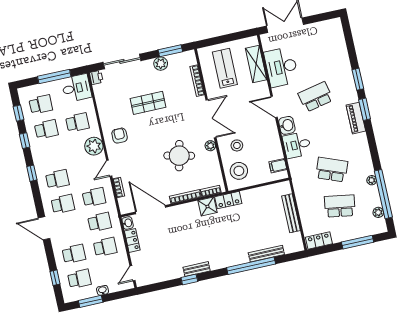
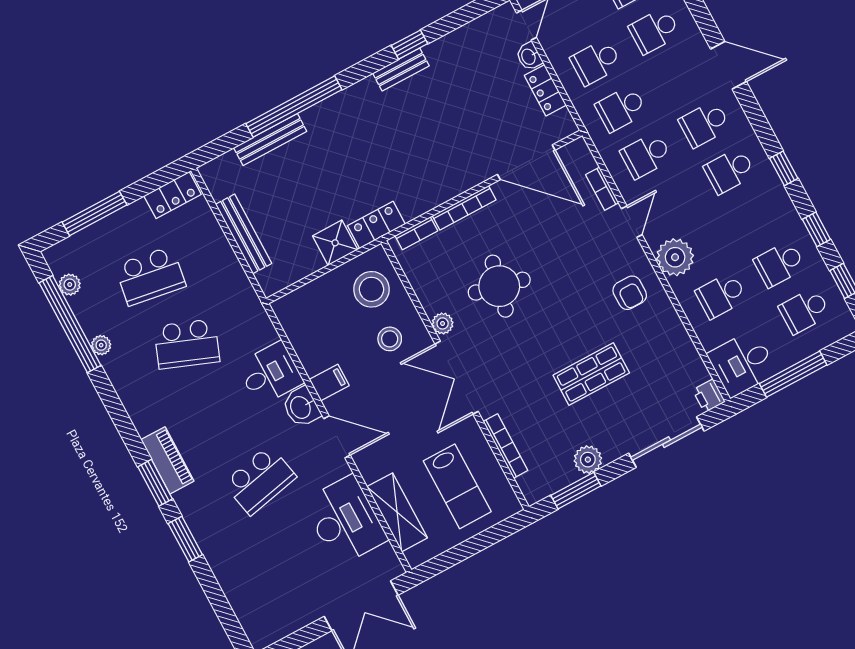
filing cabinet: (278, 166) -> (329, 383), moved
shower: (208, 207) -> (335, 243), moved
washbasin: (128, 223) -> (529, 56), moved

